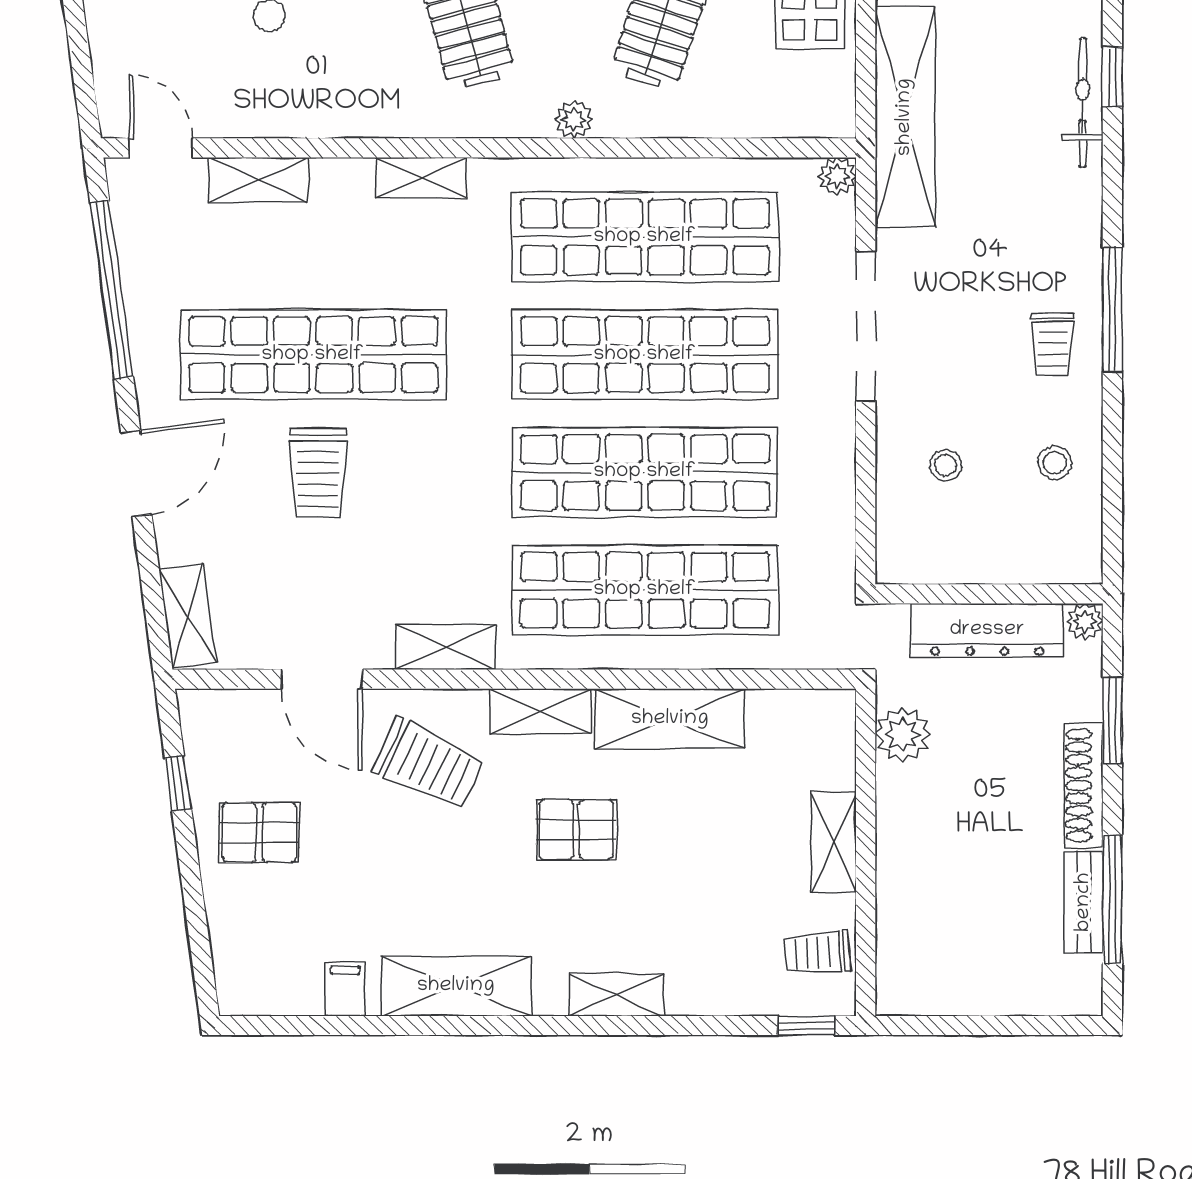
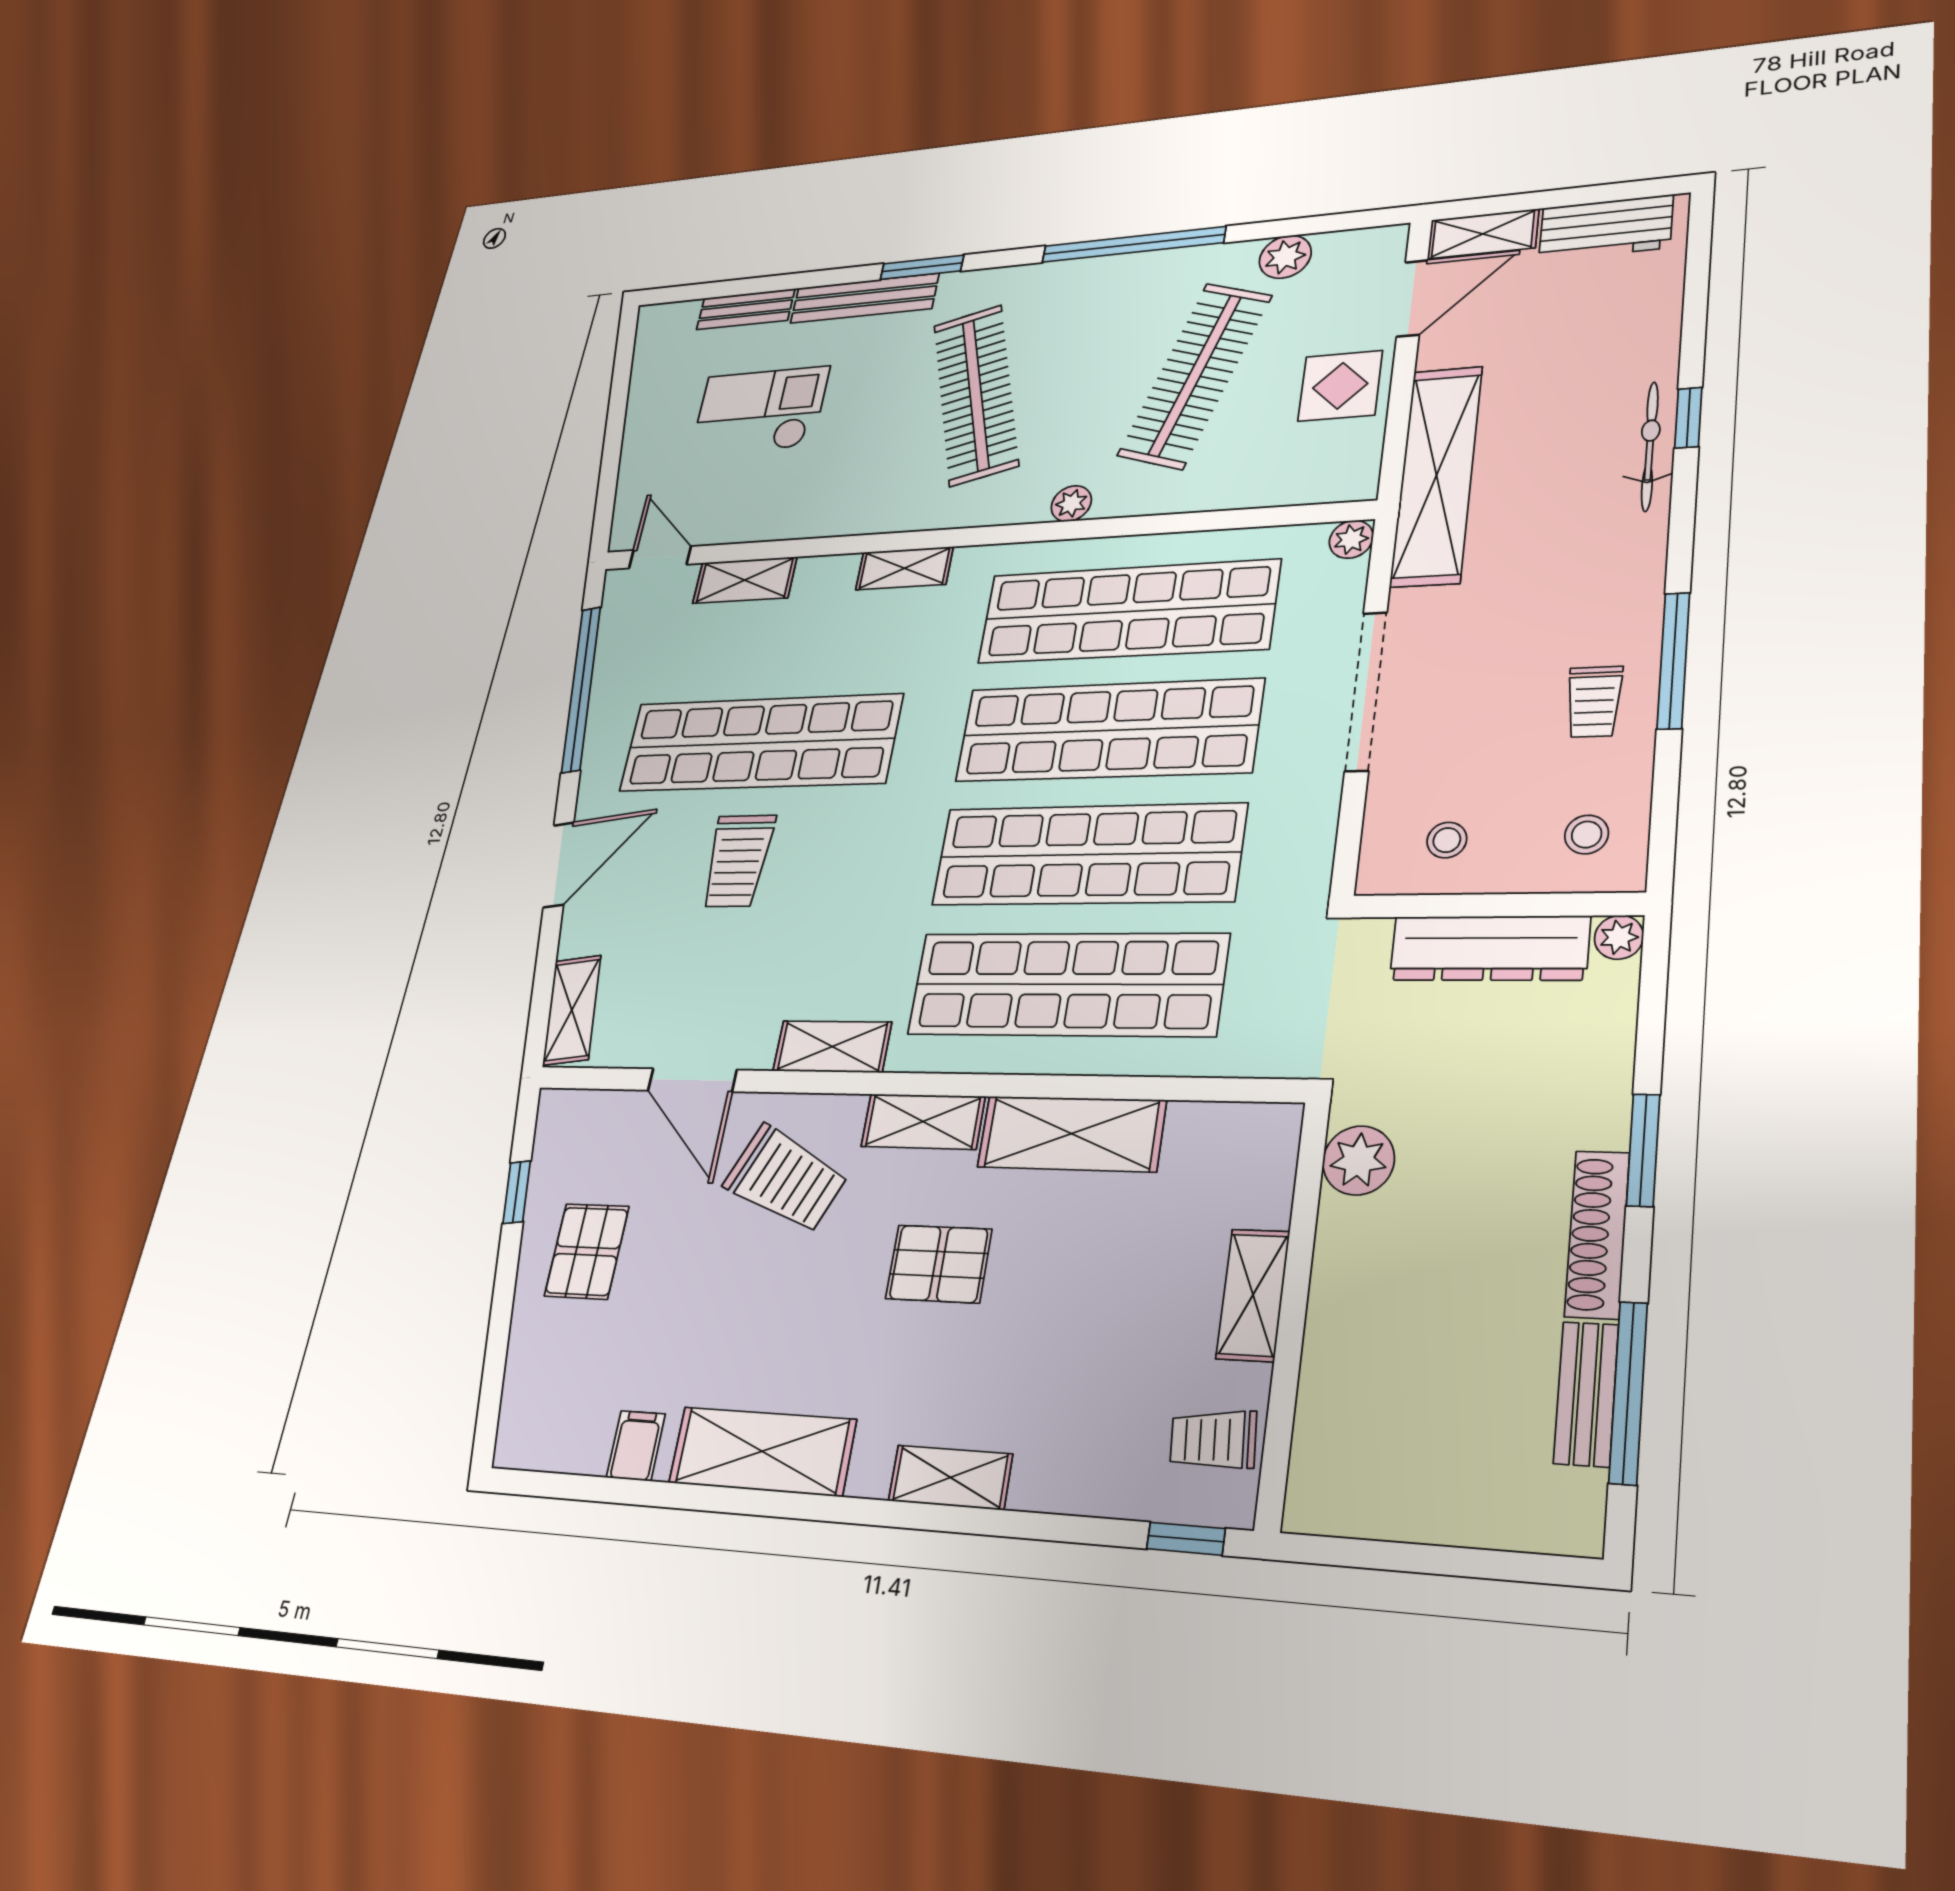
wall: (989, 594) -> (1496, 905), moved
plant: (1085, 622) -> (1619, 937), moved
dresser: (987, 630) -> (1489, 948), moved
pallet: (259, 832) -> (587, 1251), turned 90

